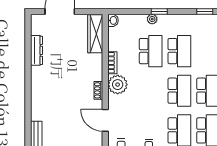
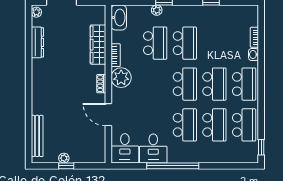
washbasin: (113, 20) -> (119, 17), width x1.91, depth x1.45
plant: (35, 21) -> (36, 12), added
wardrobe: (95, 34) -> (98, 45), moved

